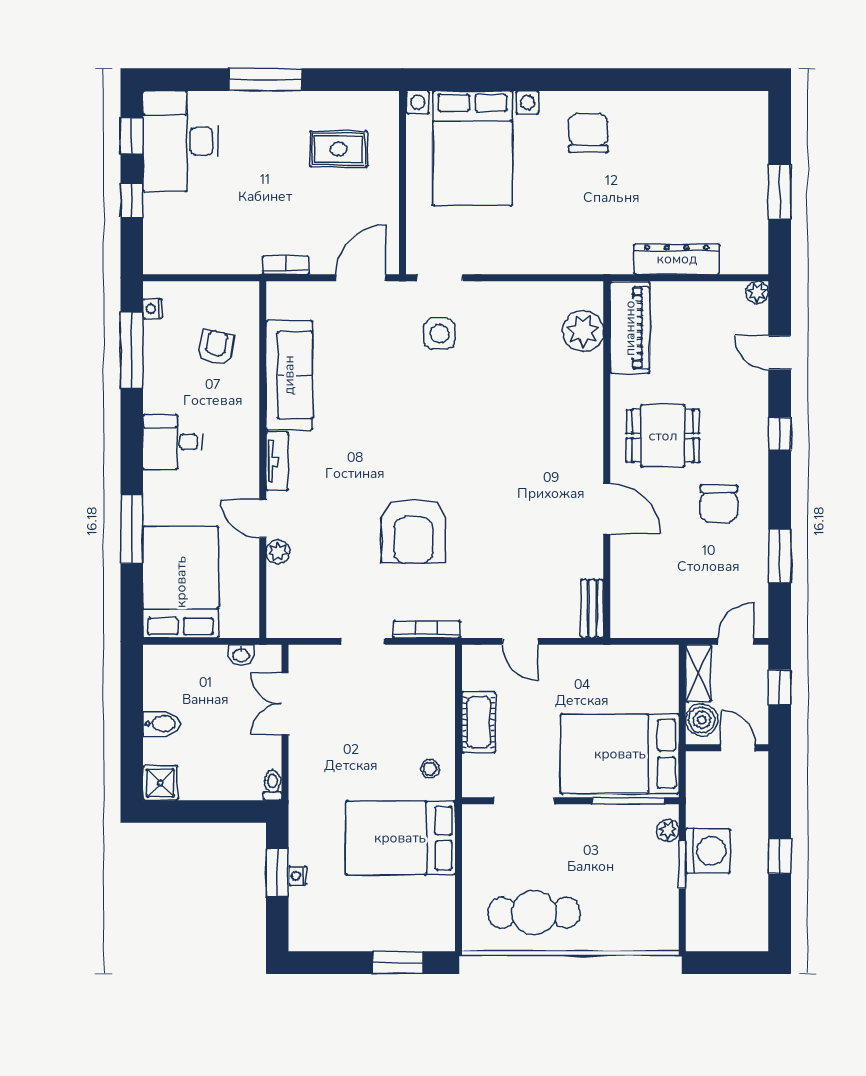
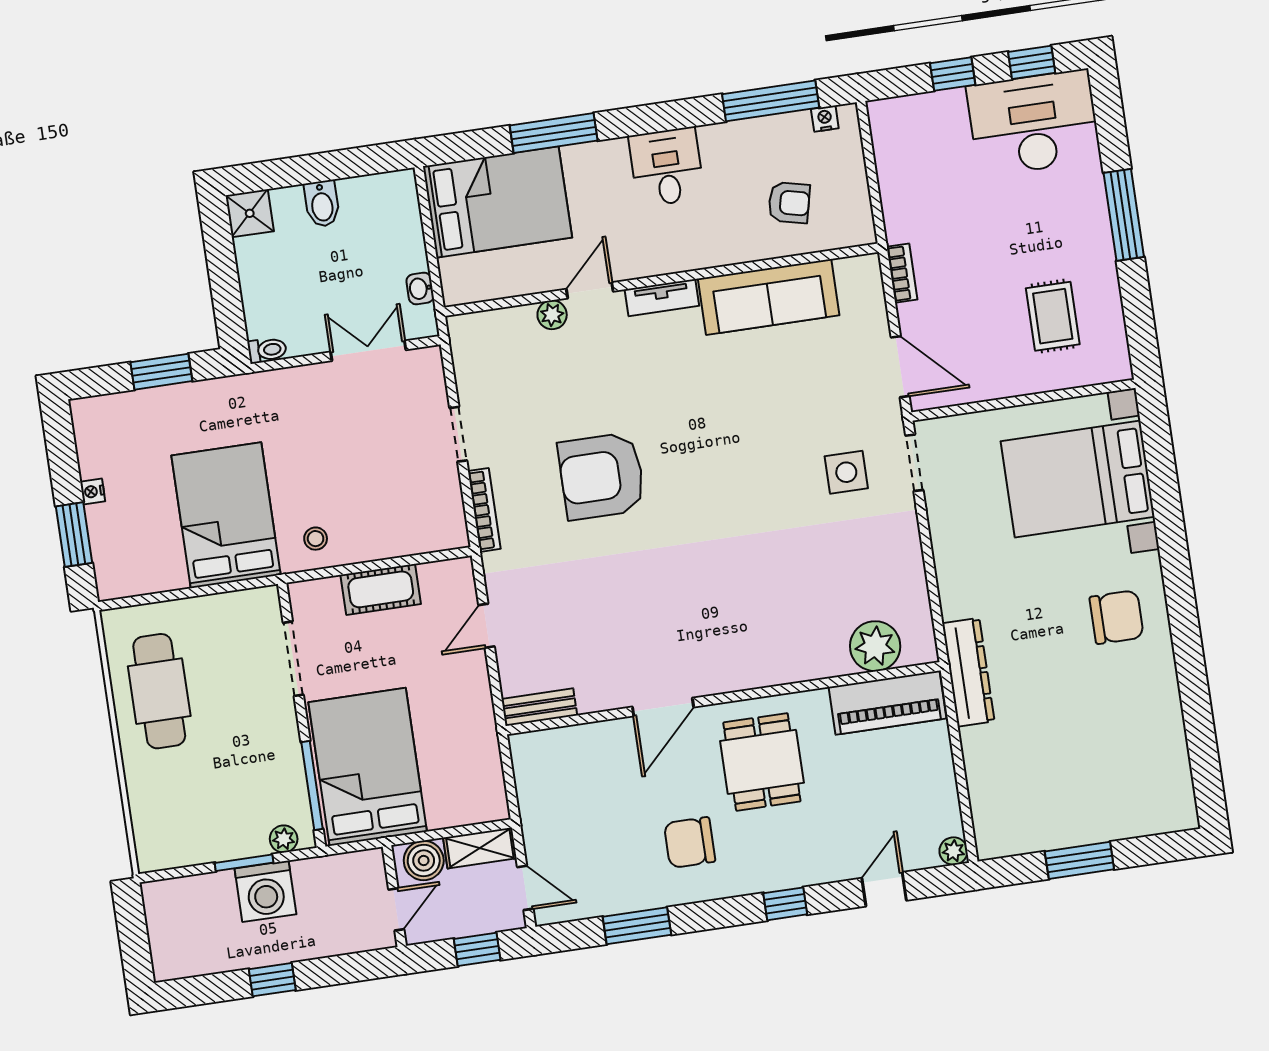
dresser: (677, 259) -> (968, 672), moved
nightstand: (297, 876) -> (93, 491), moved, turned -90

